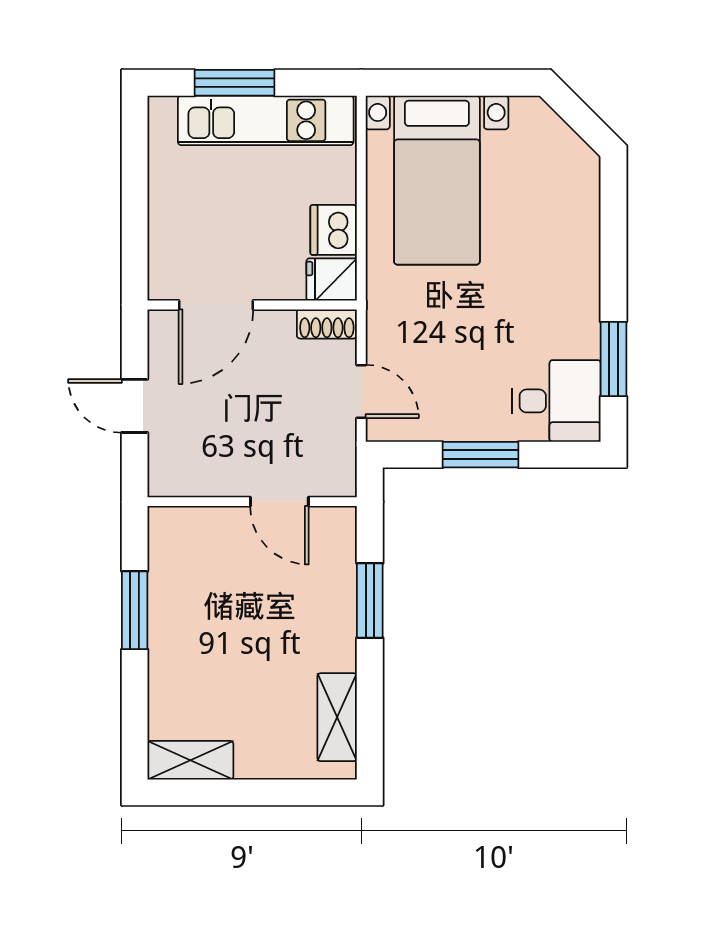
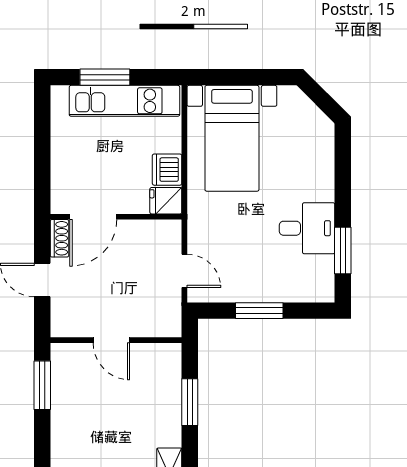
shoe rack: (327, 324) -> (59, 238), moved, turned -90
desk: (557, 401) -> (307, 228), moved
door: (279, 502) -> (111, 340), moved
window: (135, 610) -> (42, 385), moved

